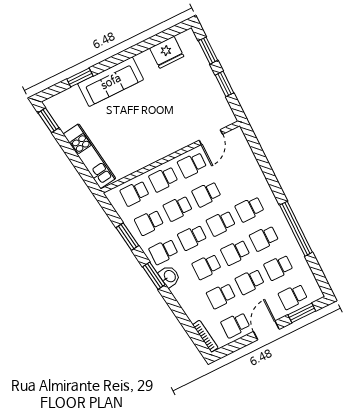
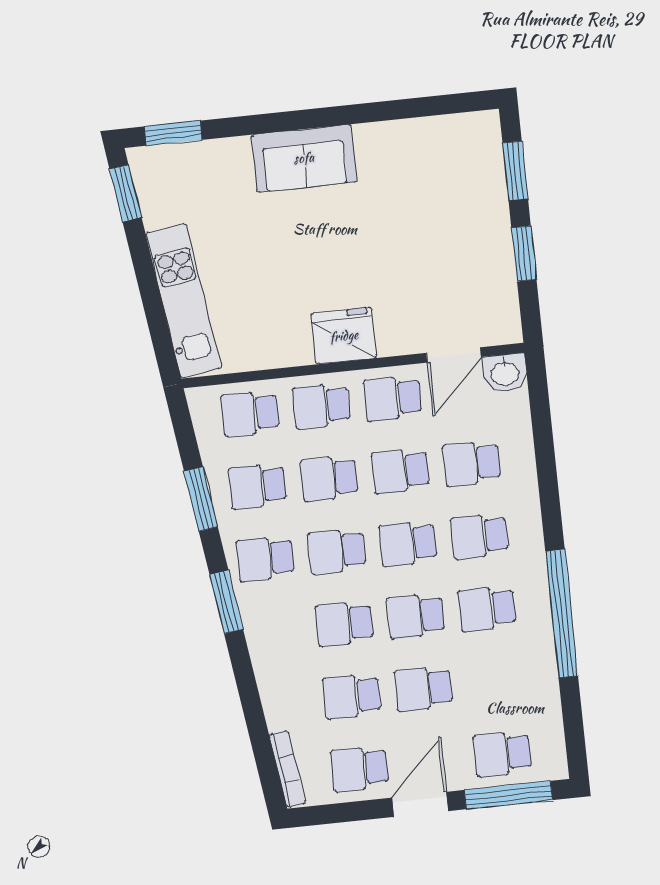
fridge: (167, 52) -> (344, 336), moved, turned 180
window: (80, 78) -> (173, 133), moved
sofa: (111, 82) -> (304, 158), width x0.73
school desk: (278, 267) -> (472, 464), moved
washbasin: (169, 276) -> (505, 373), moved, turned 98
window: (302, 313) -> (508, 795), width x1.44

